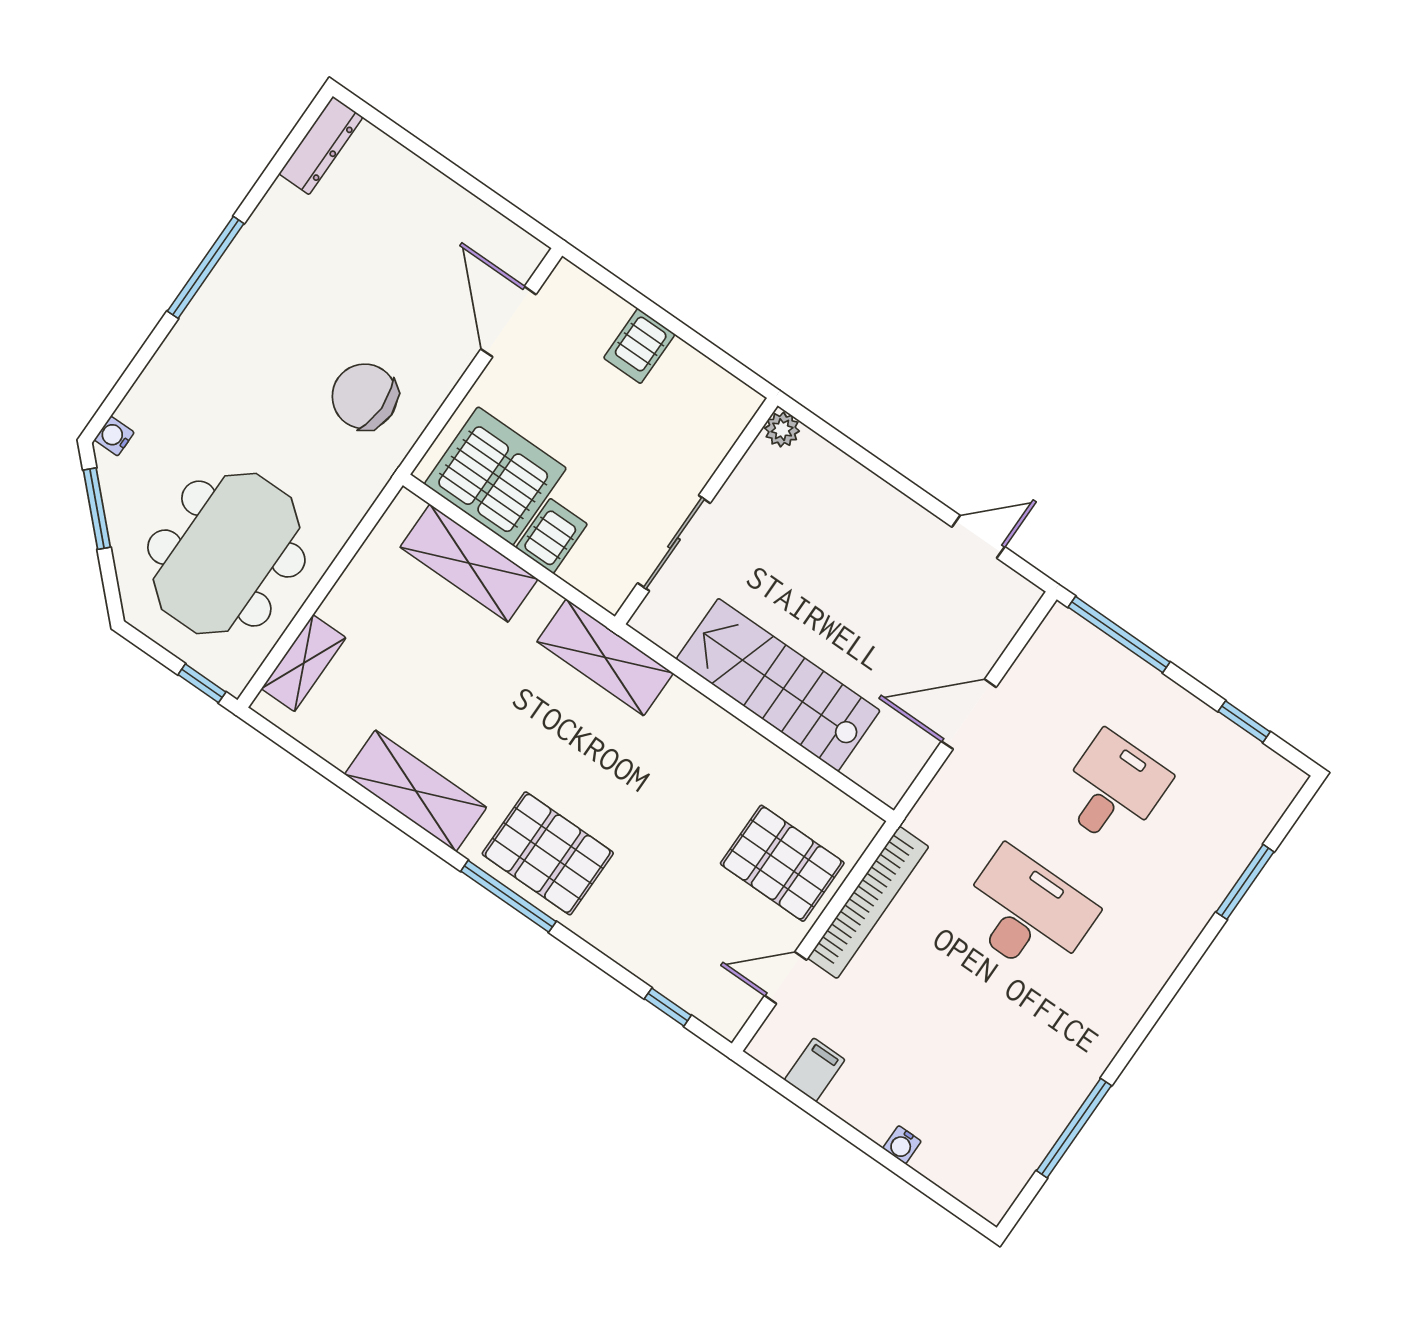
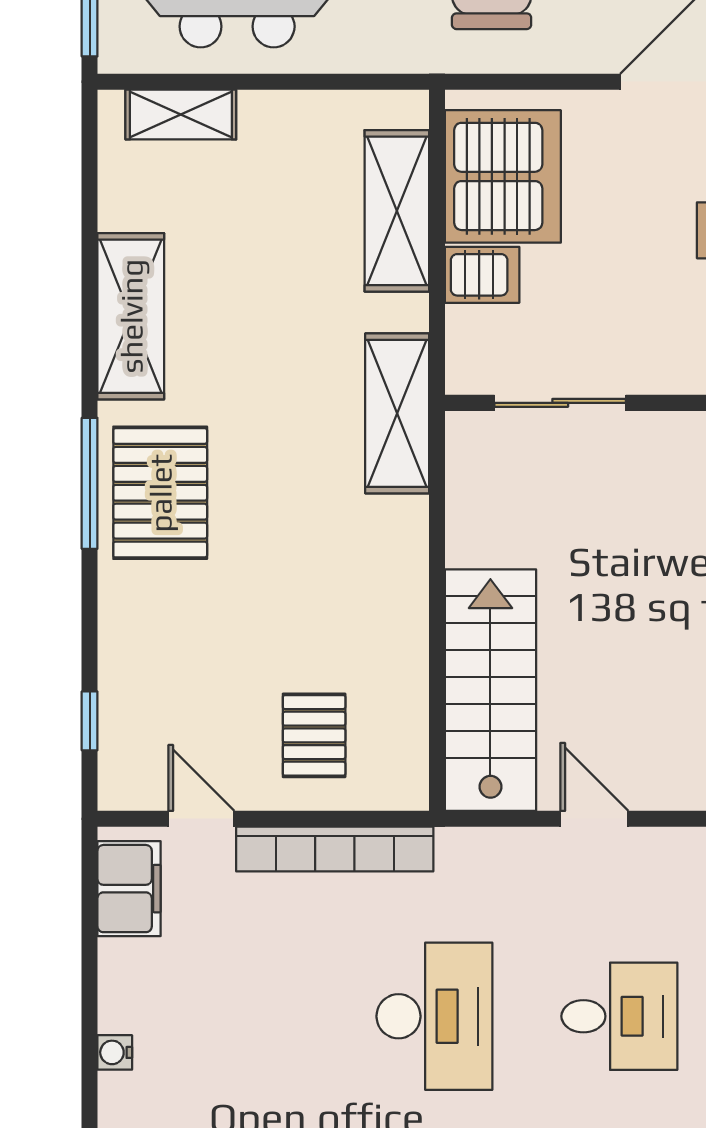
stairs: (778, 685) -> (490, 690), moved
door: (969, 714) -> (594, 819), width x0.73
pallet: (782, 863) -> (314, 735), width x0.67, depth x0.71
filing cabinet: (815, 1070) -> (129, 889), width x2.00

